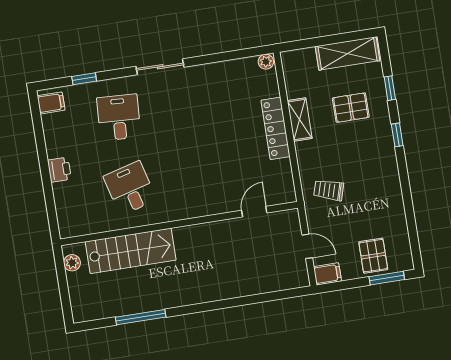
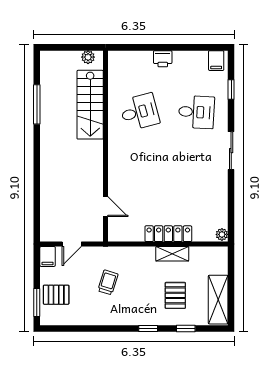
trolley: (329, 190) -> (108, 282), moved

